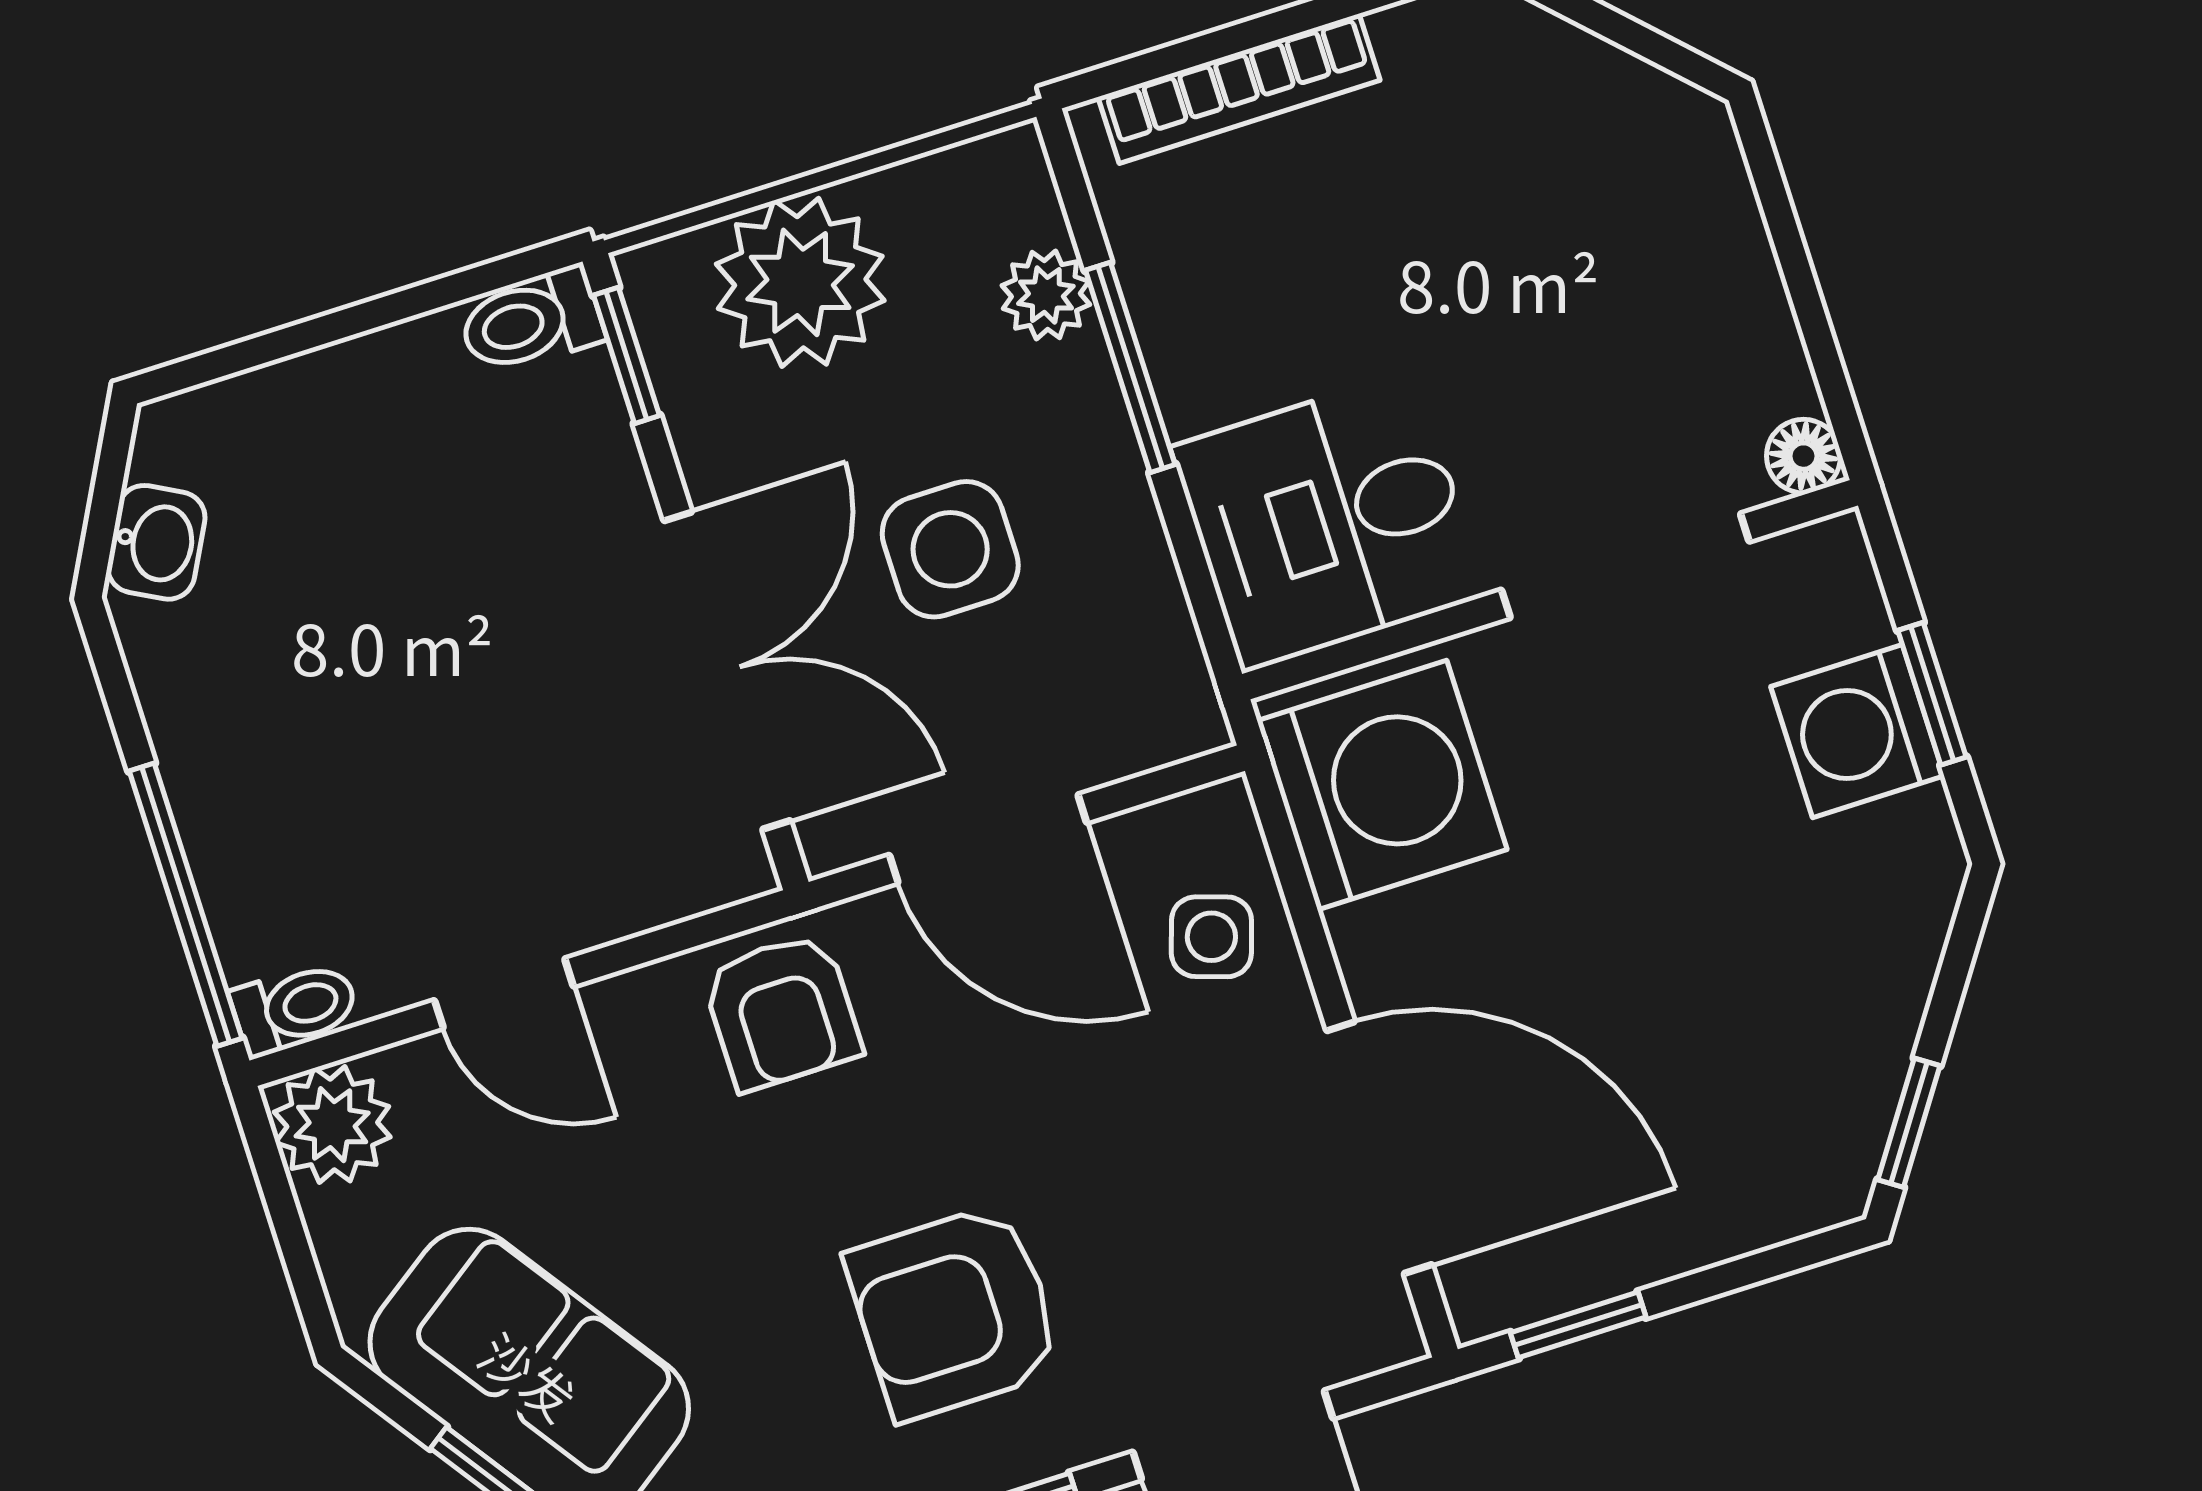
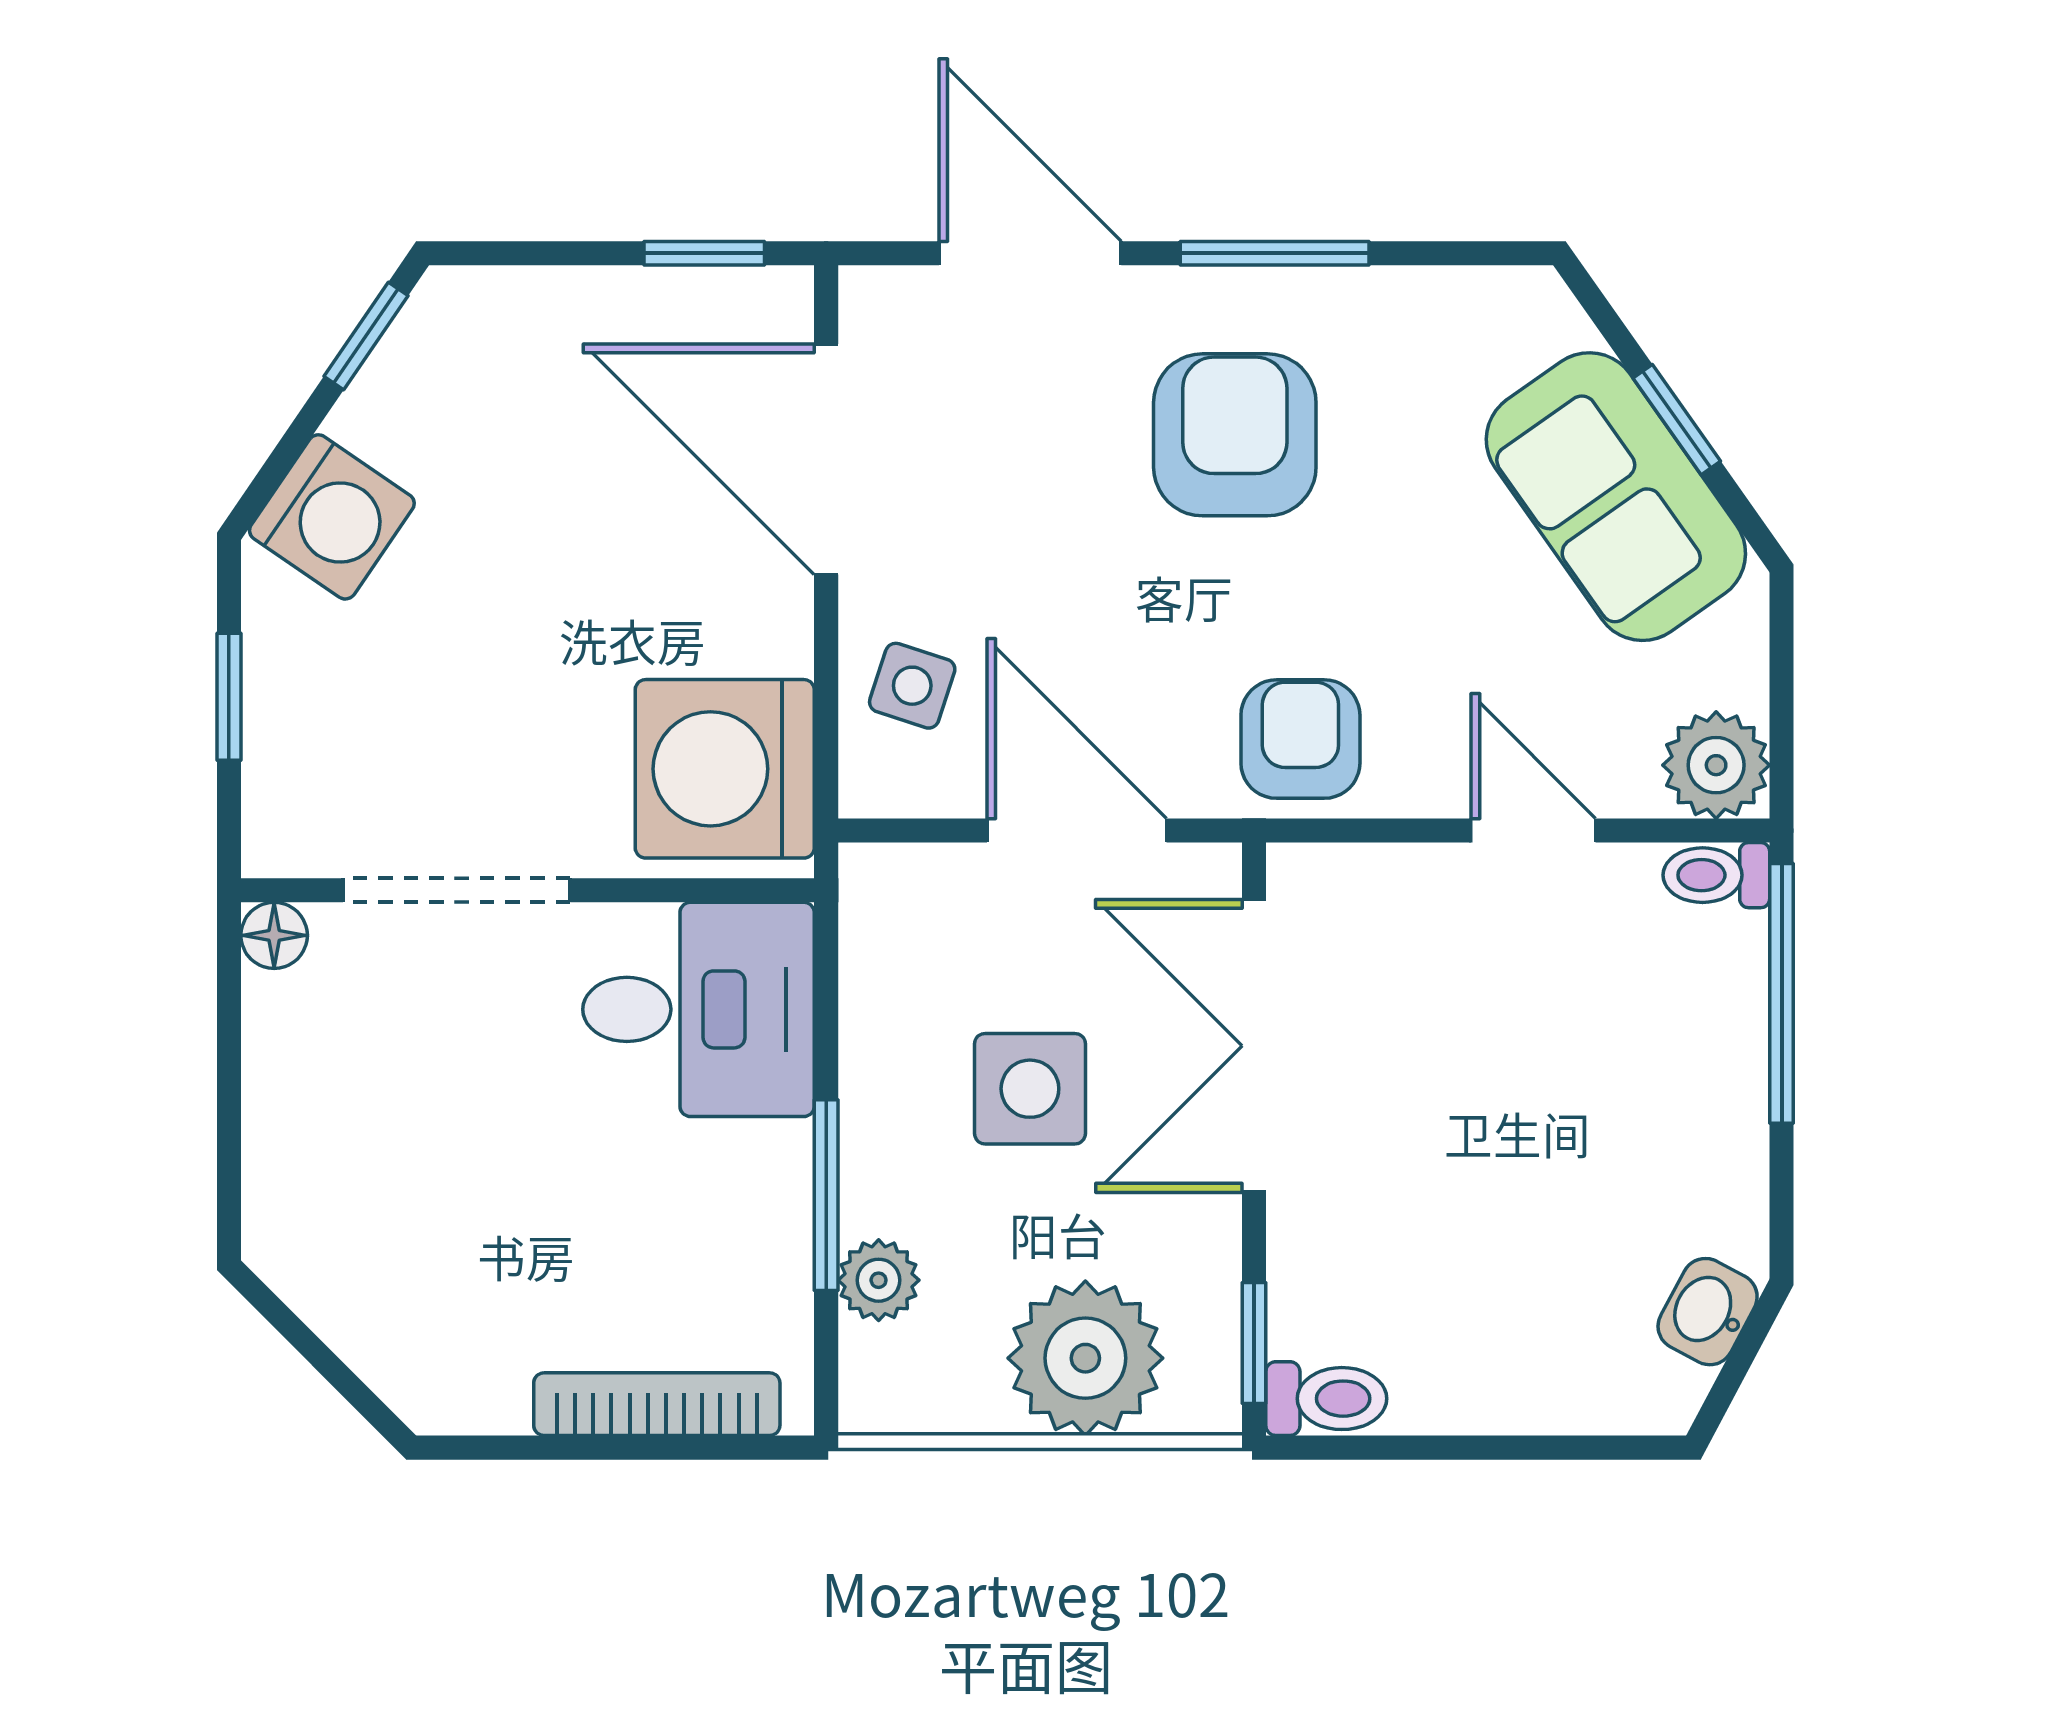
washing machine: (1858, 731) -> (332, 517), moved, turned 34
armchair: (954, 1312) -> (1235, 435), turned -90

